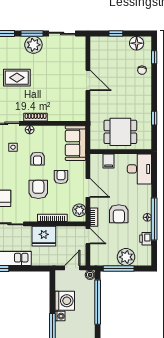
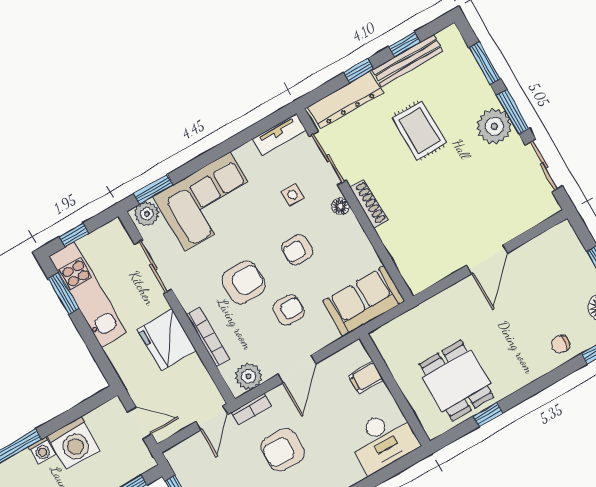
dining table: (120, 132) -> (457, 380), moved
boiler: (90, 275) -> (145, 461), removed

